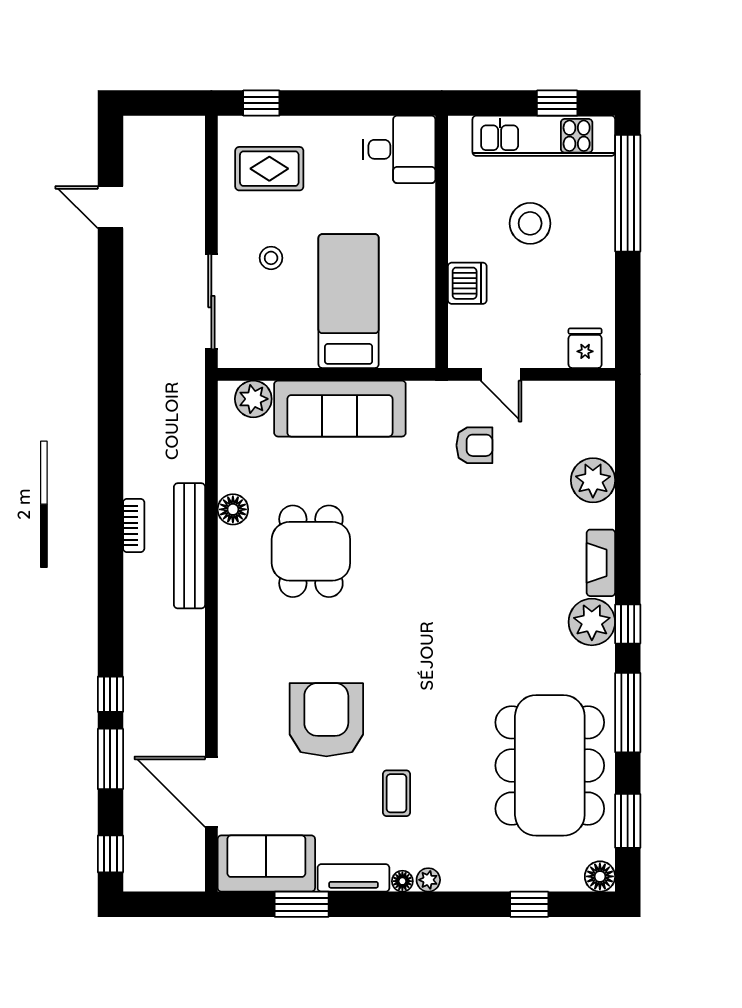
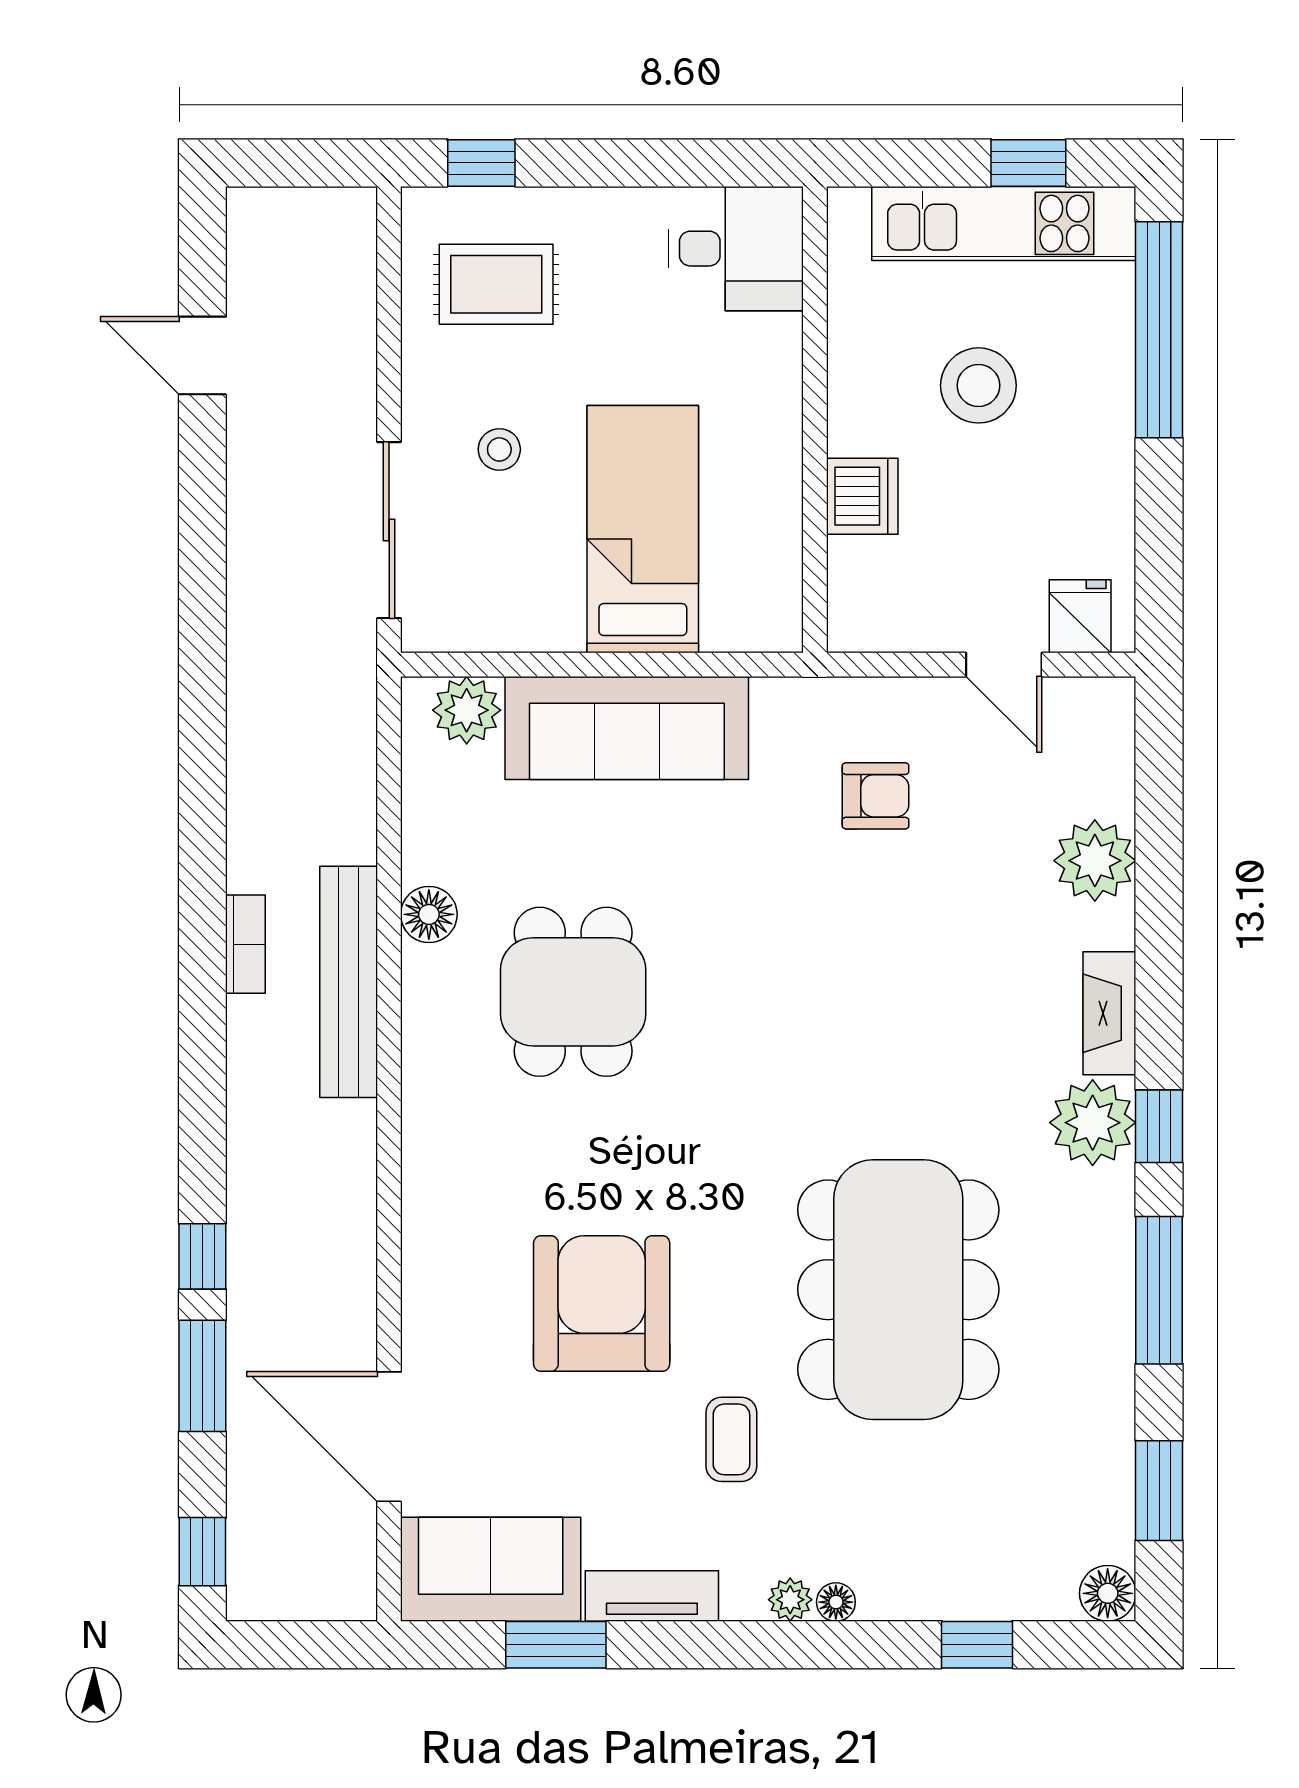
door: (501, 374) -> (1004, 665), moved
dining table: (550, 765) -> (898, 1290), moved
floor lamp: (402, 881) -> (836, 1602), moved

